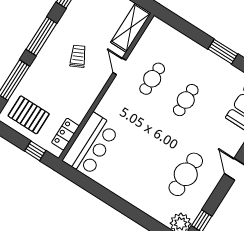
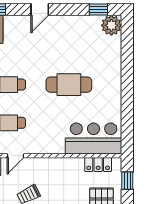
cafe table: (186, 174) -> (69, 85), moved

